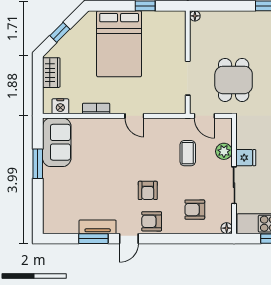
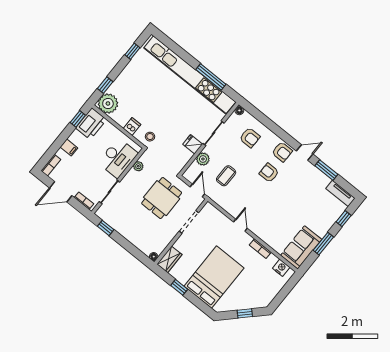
wardrobe: (51, 73) -> (169, 259), moved, turned 180
armchair: (148, 190) -> (269, 173), turned -90
window: (38, 204) -> (344, 219), added
tv unit: (98, 227) -> (340, 193), moved

